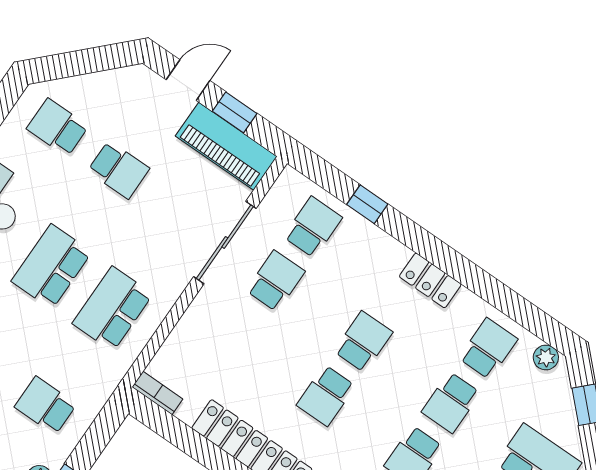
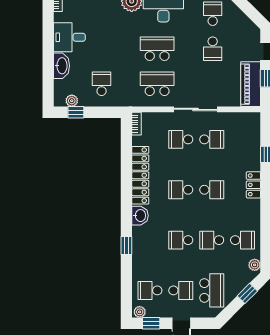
school desk: (313, 227) -> (181, 139), moved, turned 180
sliding door: (225, 242) -> (196, 109), moved
locker: (430, 280) -> (253, 185), moved

